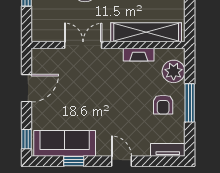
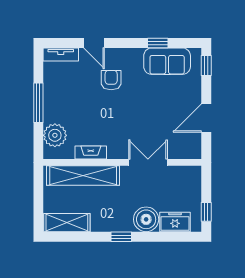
double door: (83, 45) -> (148, 162), swing flipped
armchair: (163, 105) -> (111, 80), moved
sofa: (65, 143) -> (167, 61), width x0.73
door: (121, 161) -> (94, 43), moved

